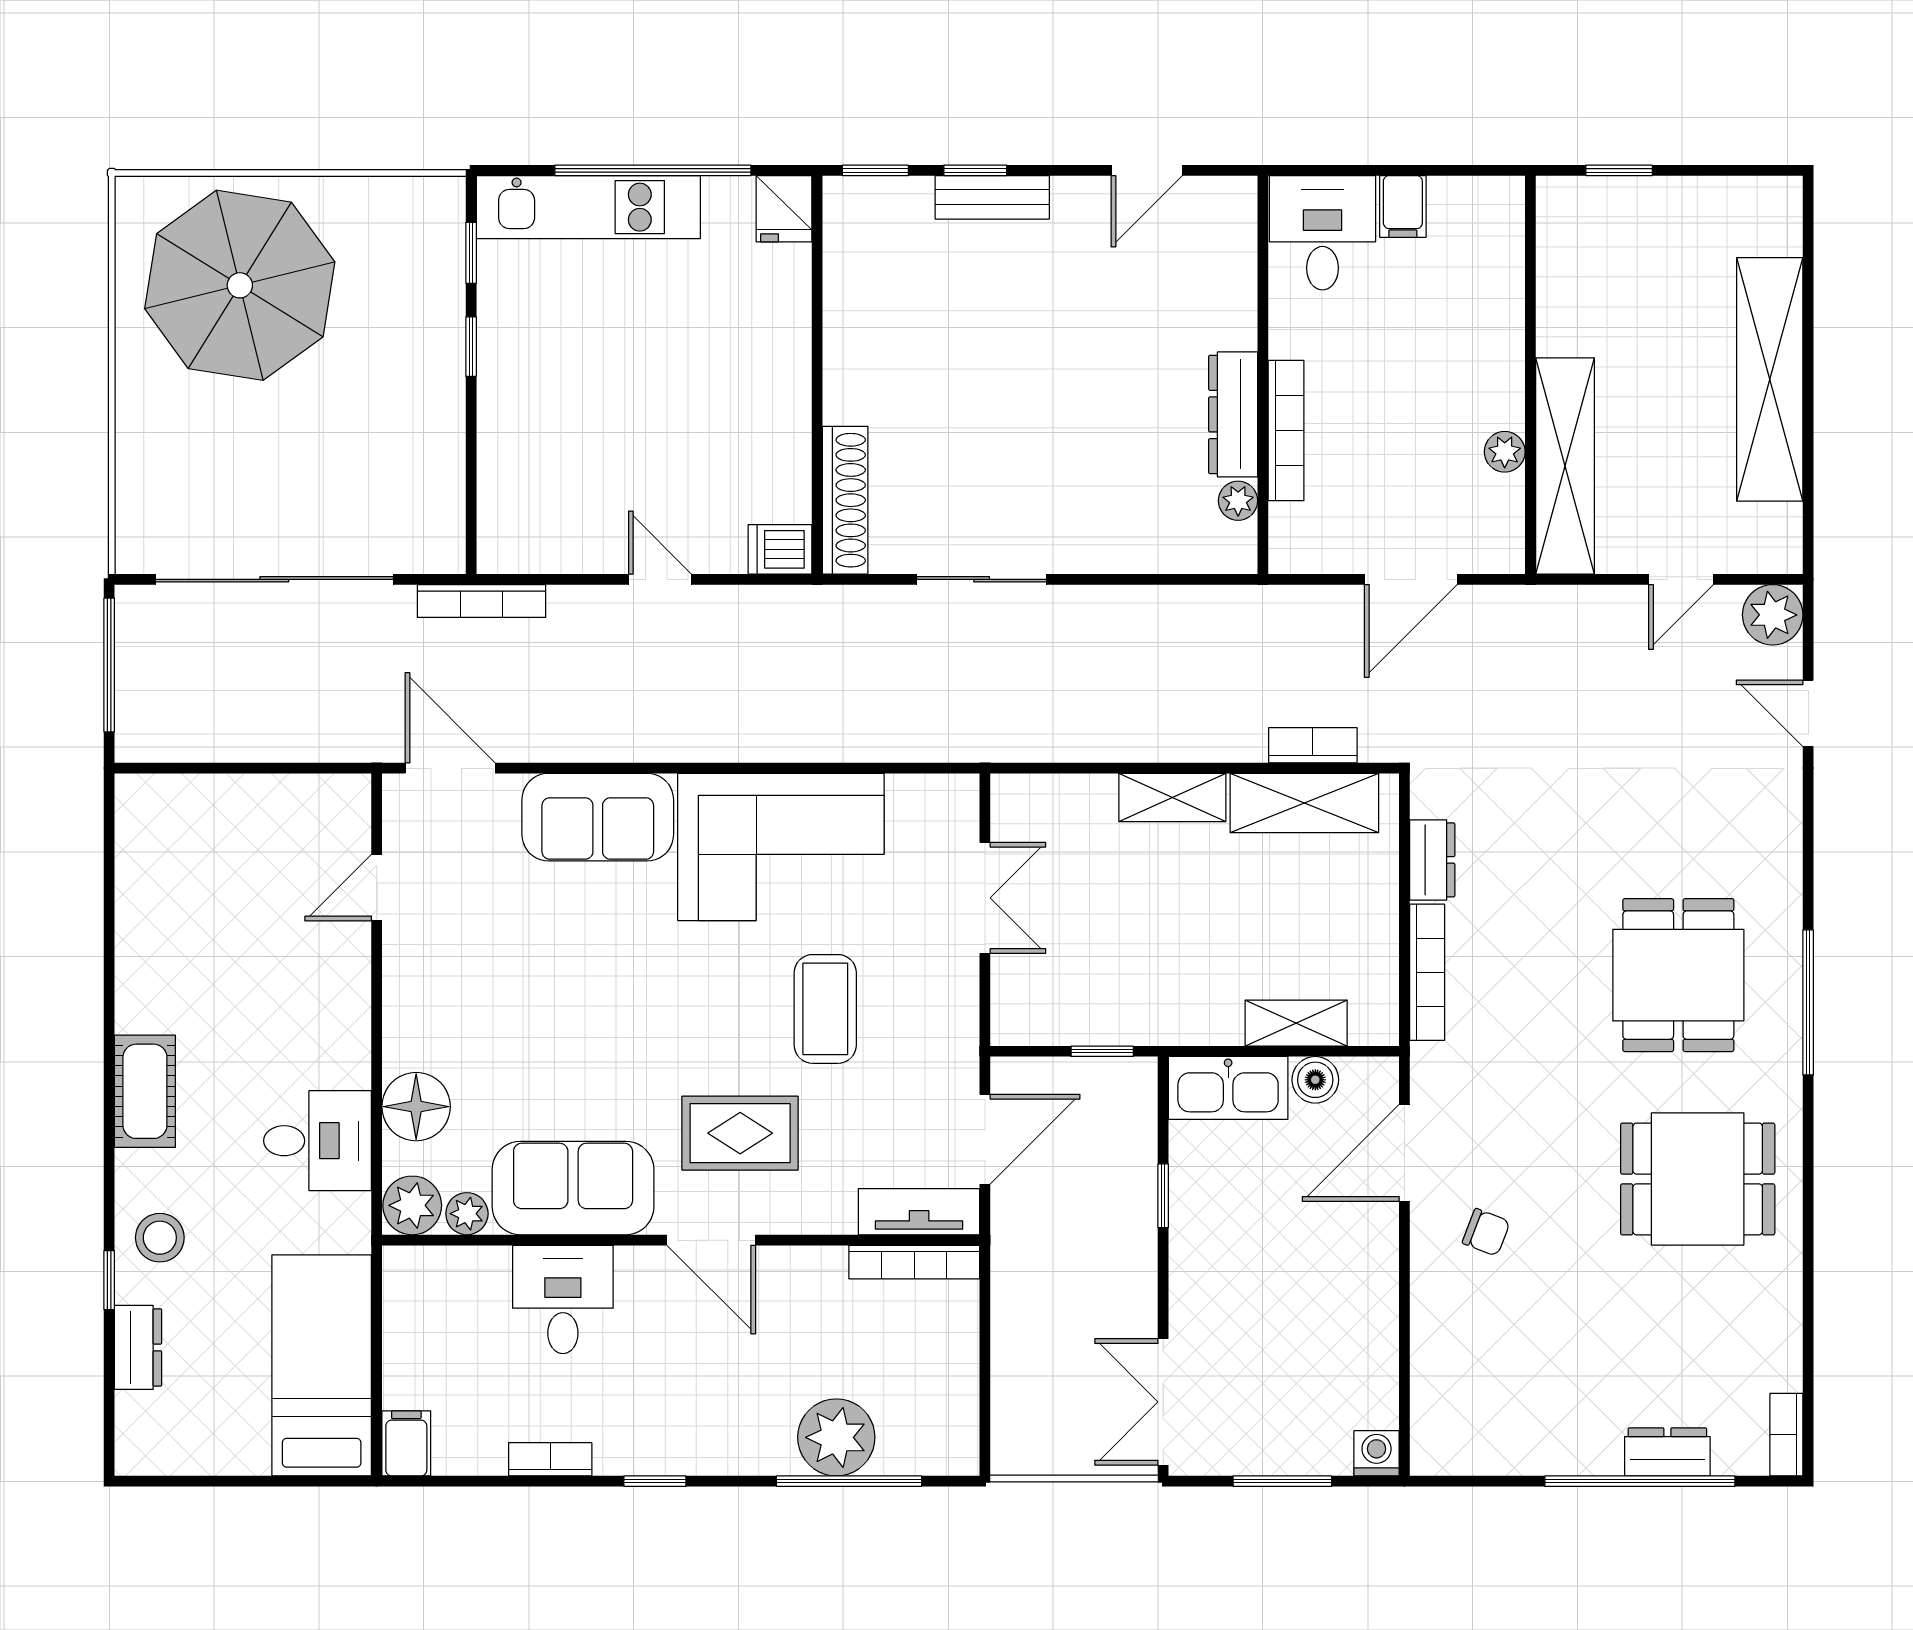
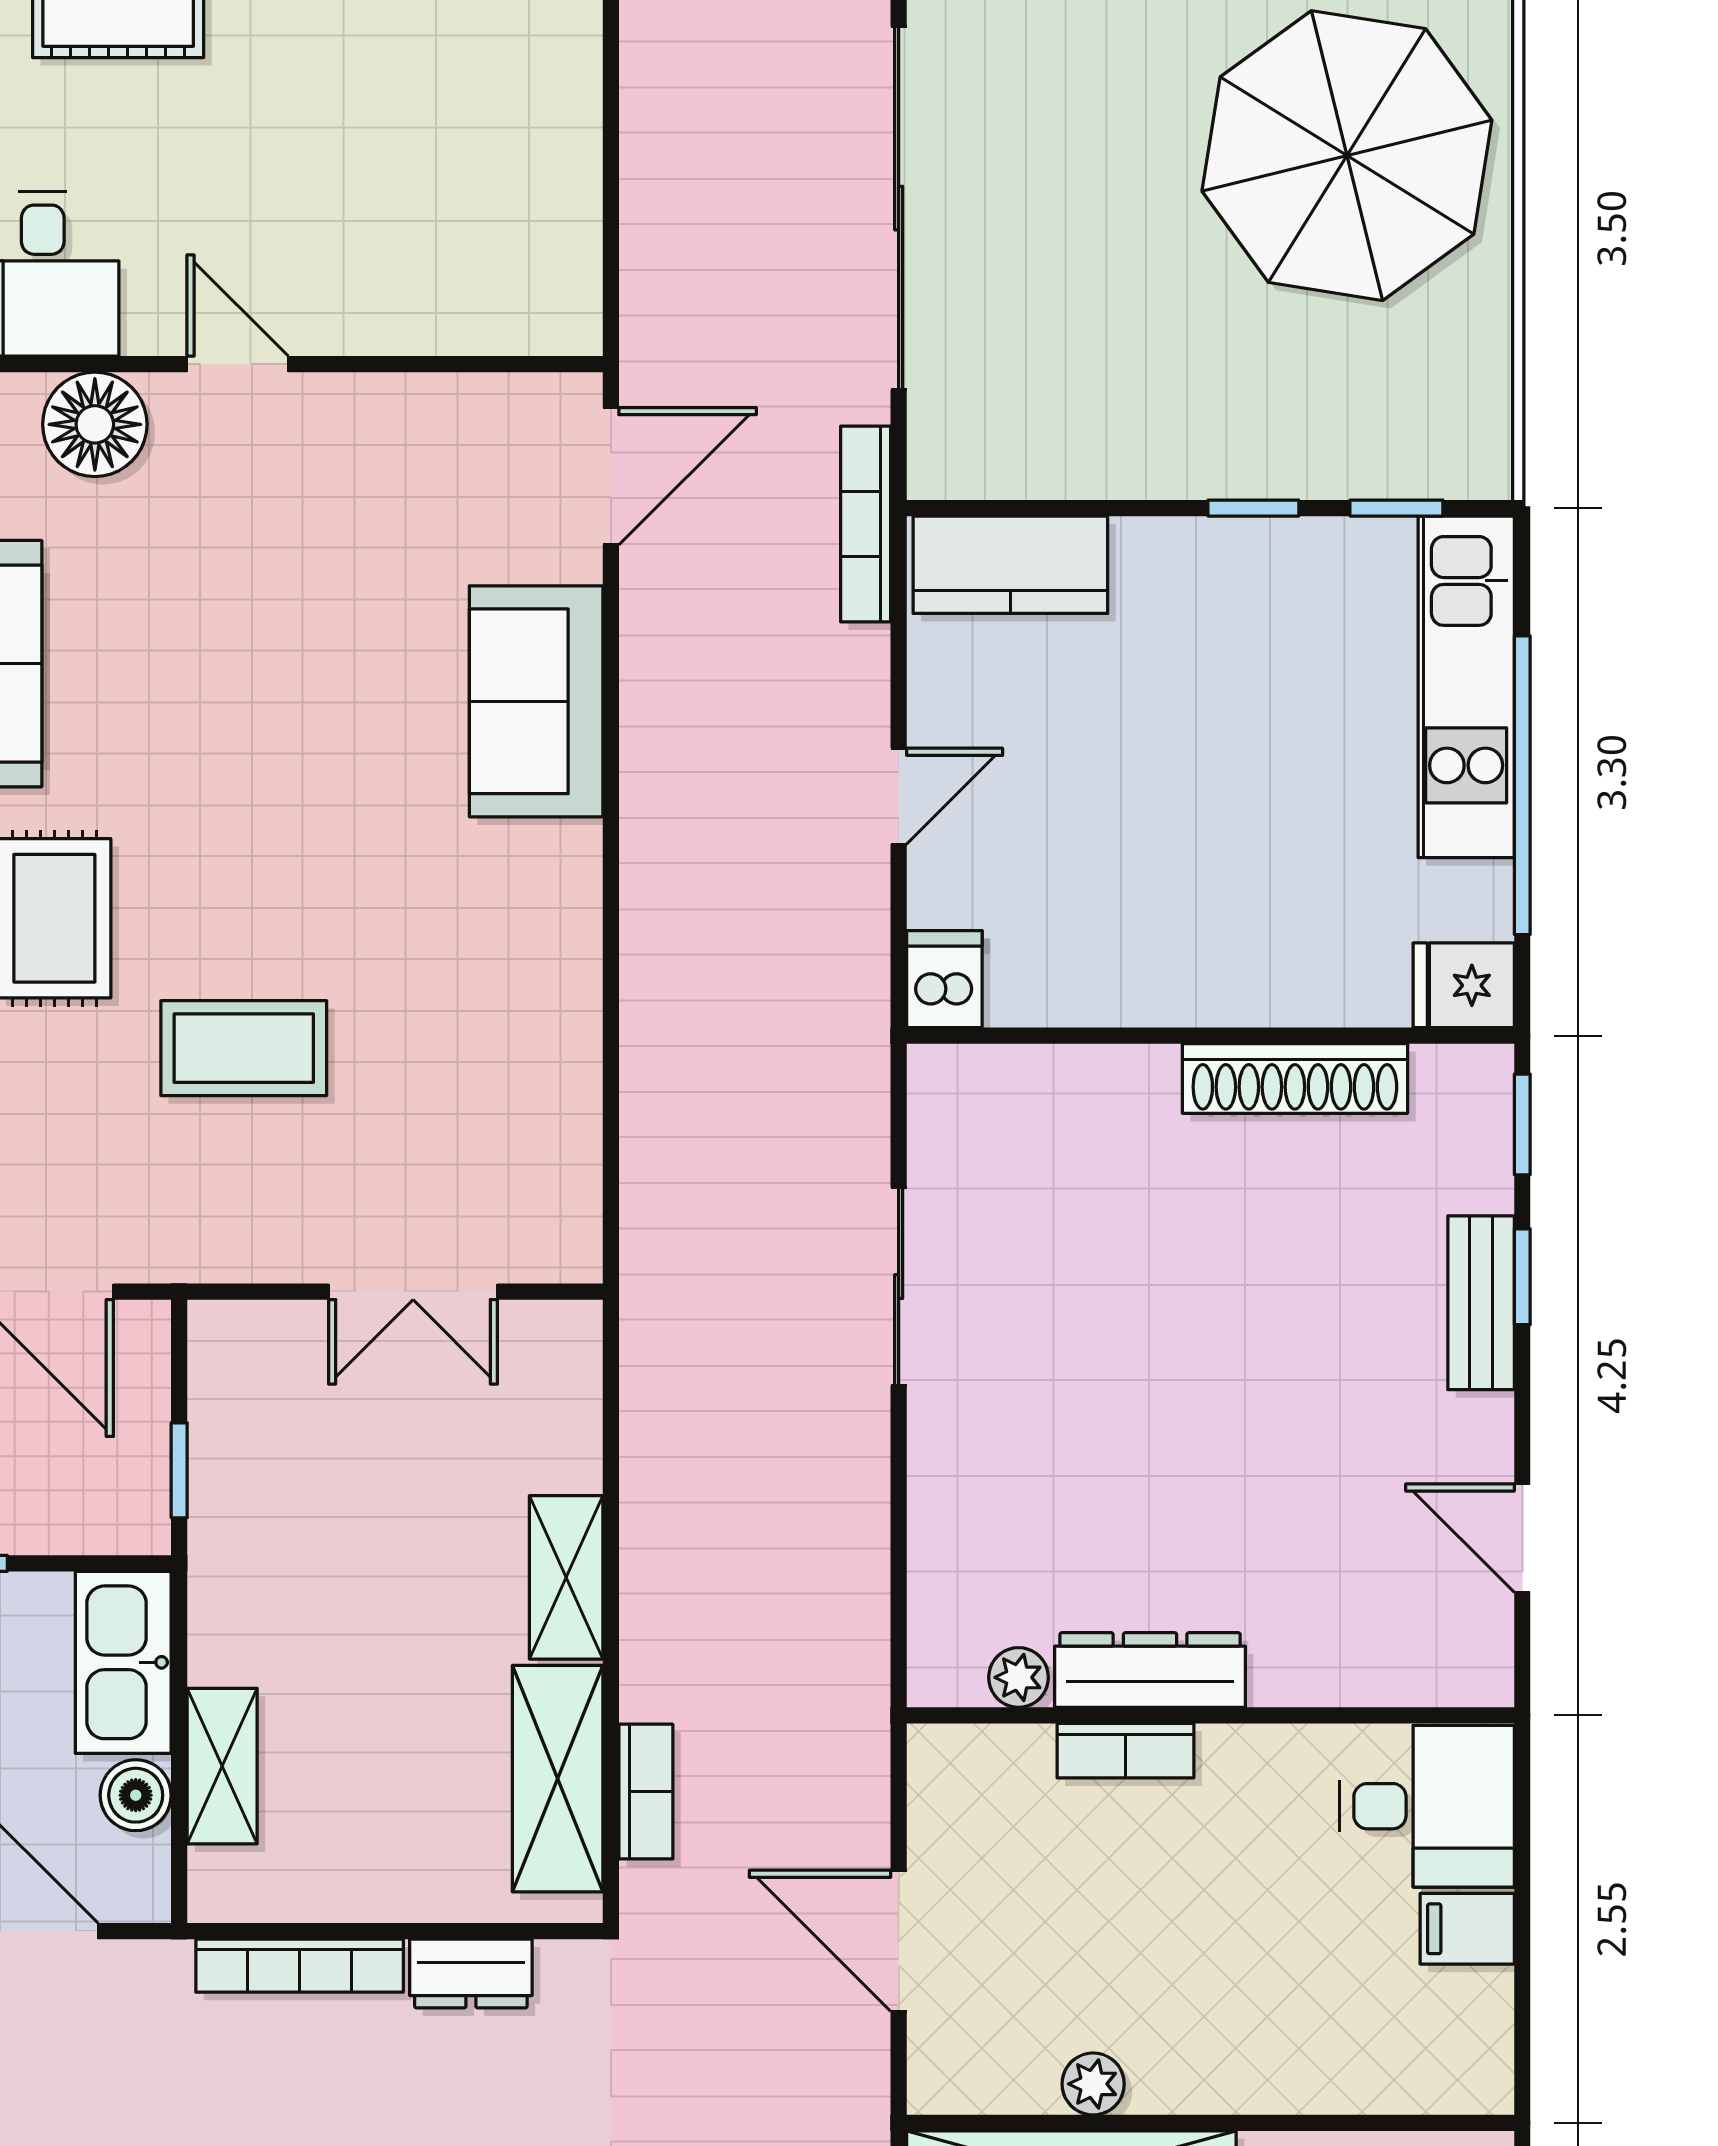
bookcase: (1286, 431) -> (1125, 1751), width x0.64
shoe rack: (845, 500) -> (1295, 1079), moved
kitchen counter: (508, 506) -> (1010, 565), added
corner sofa: (781, 847) -> (491, 981), removed
door: (377, 888) -> (238, 364), moved

